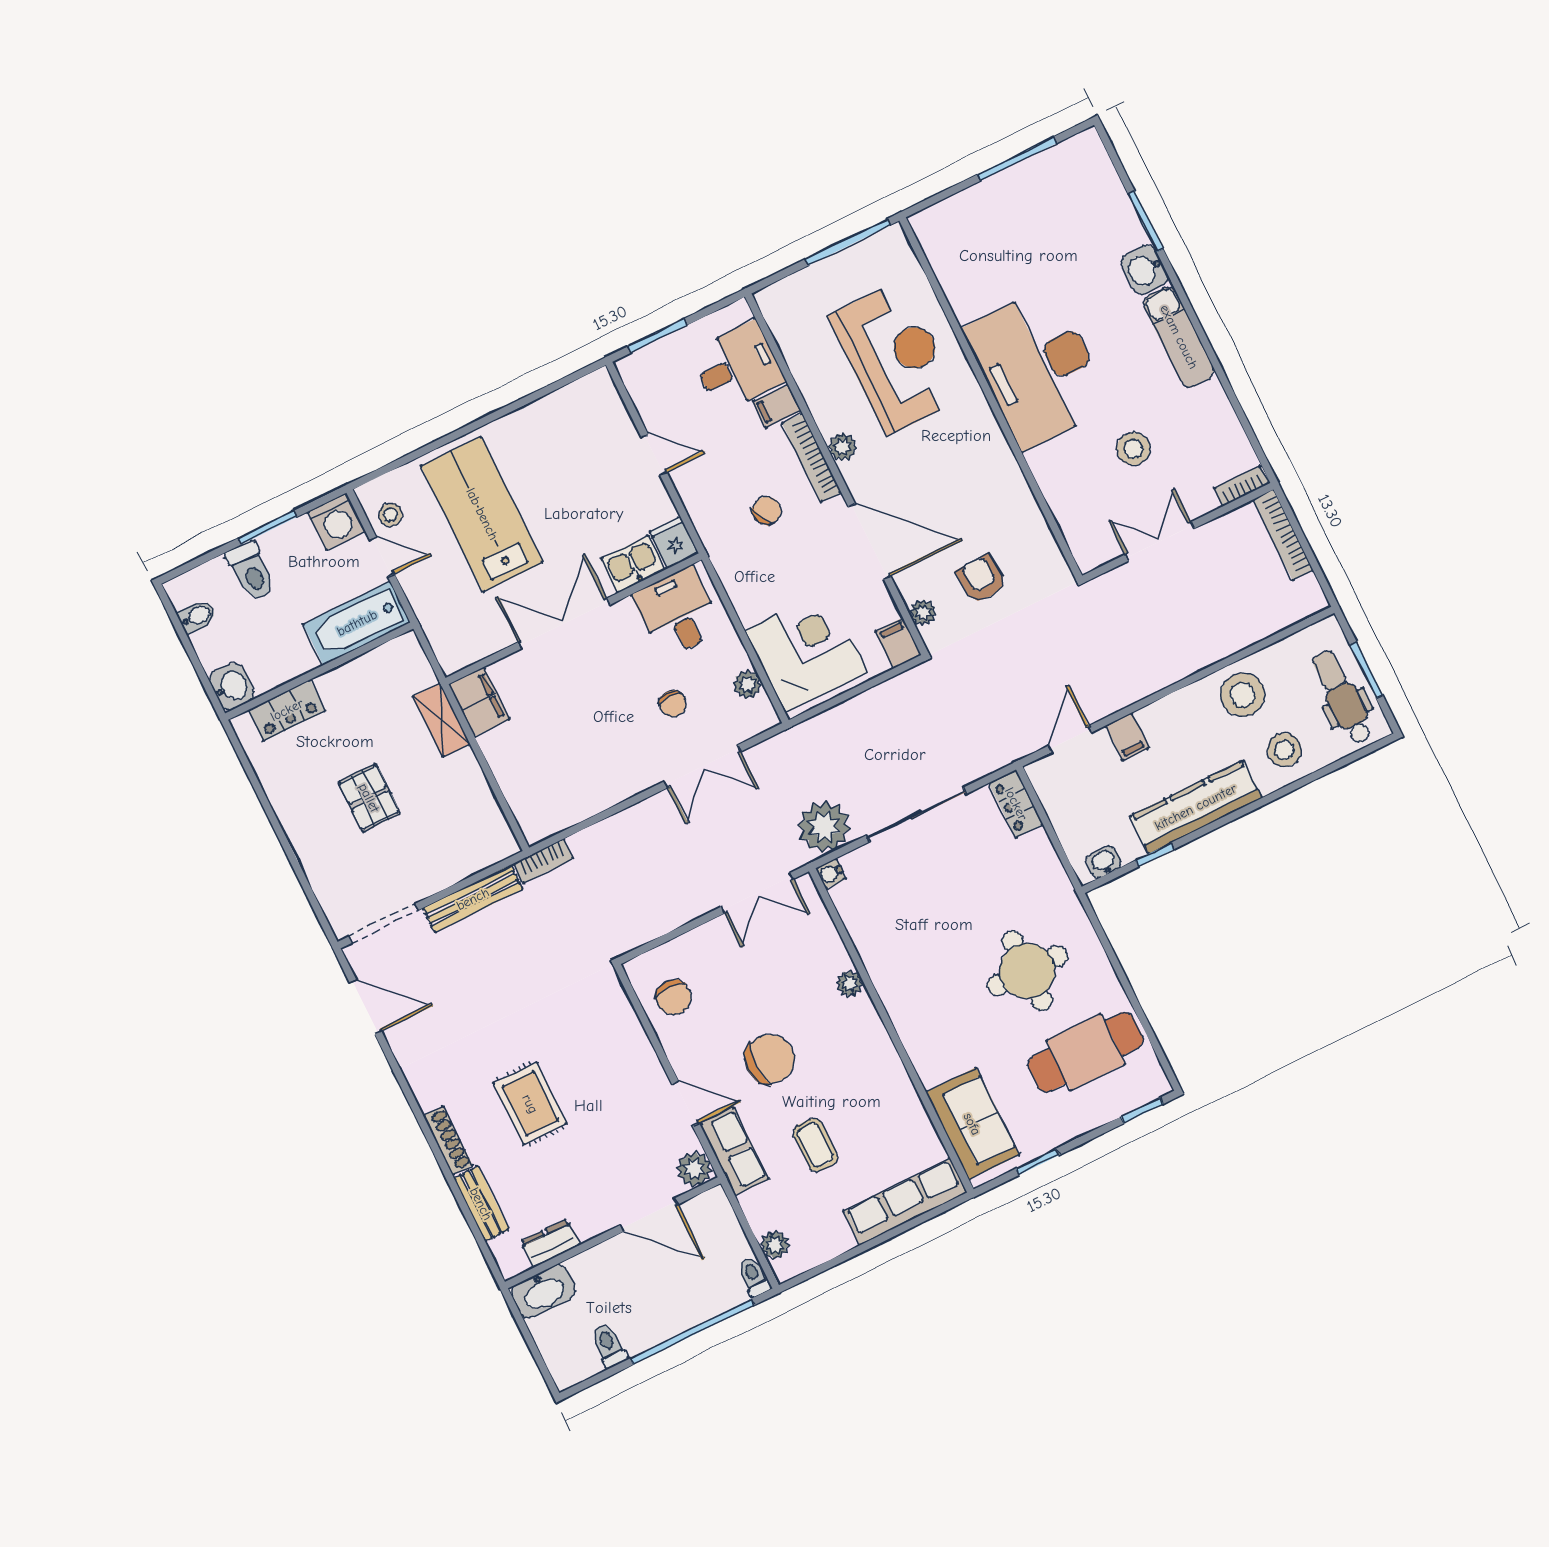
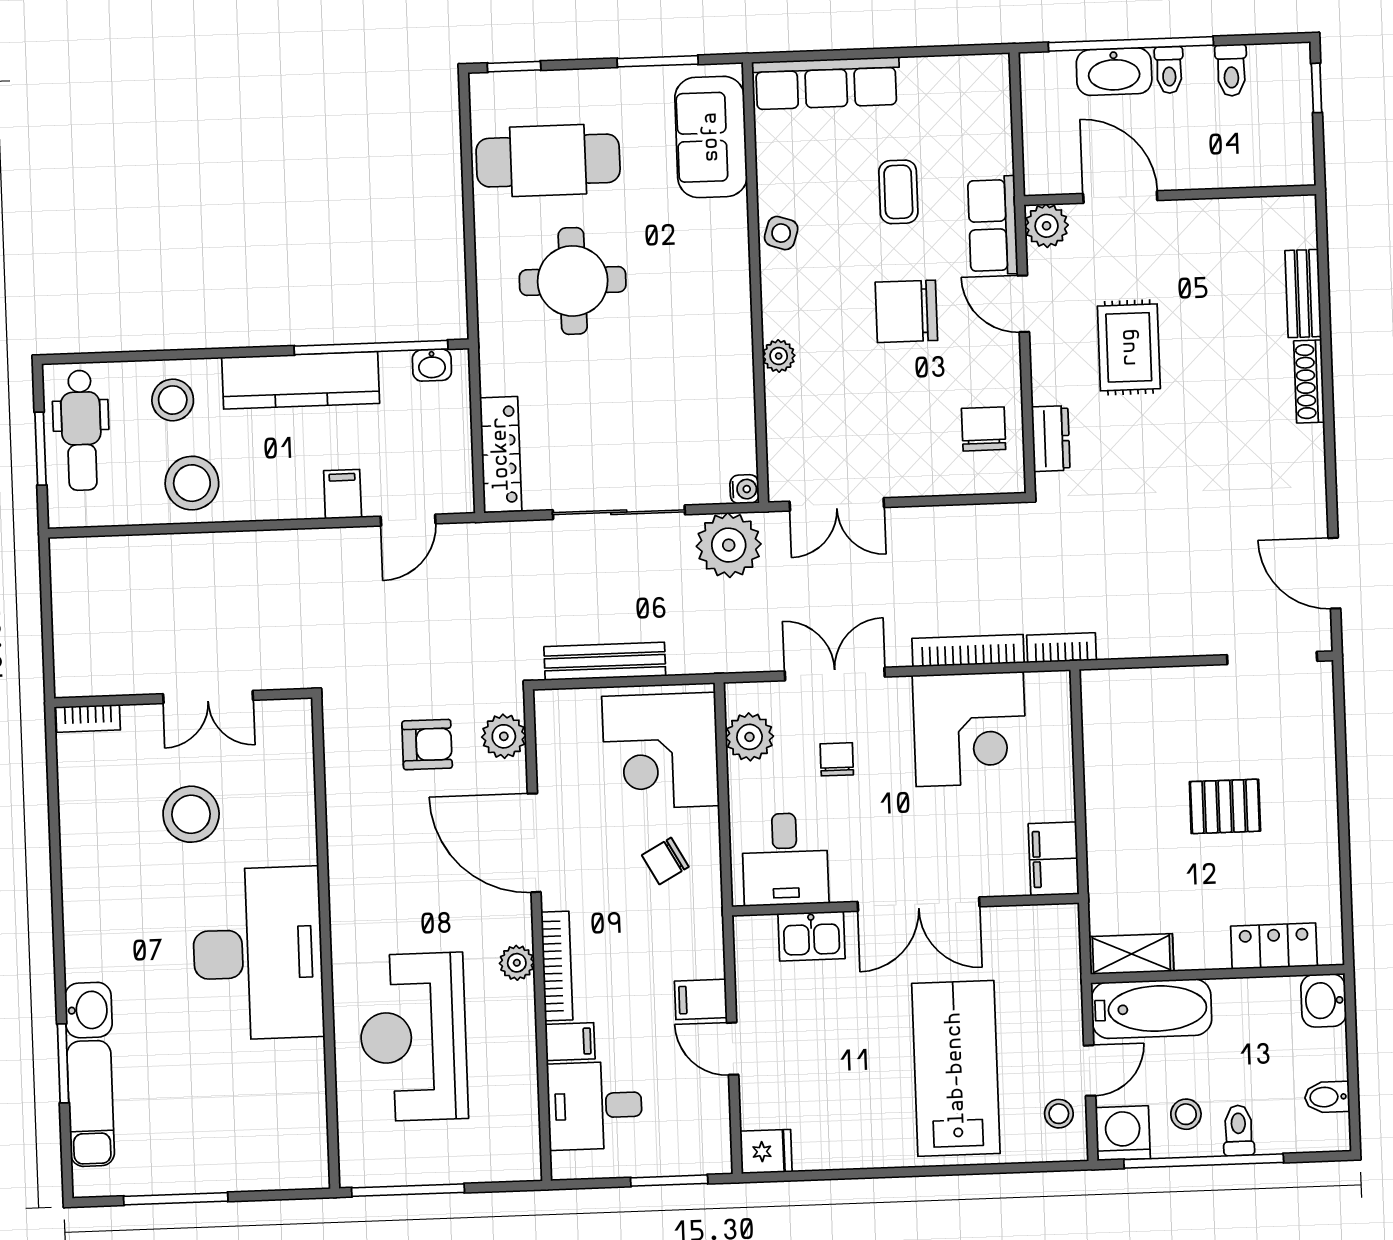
exam couch: (1179, 337) -> (91, 1103), moved
stool: (1133, 449) -> (191, 814), width x1.38, depth x1.38
chair: (767, 511) -> (665, 861), moved
lab bench: (482, 514) -> (956, 1068), turned 180
window: (267, 528) -> (1204, 1161), width x2.11
bookcase: (1283, 535) -> (968, 651), moved, turned -90
fridge: (674, 542) -> (766, 1151), moved, turned -90
stool: (296, 556) -> (1186, 1114), added
door: (382, 557) -> (1090, 1071), swing flipped
toilet: (251, 571) -> (1239, 1130), width x0.73, depth x0.72
armchair: (981, 579) -> (427, 745), turned -87
plant: (923, 613) -> (504, 736), width x1.38, depth x1.38
filing cabinet: (898, 643) -> (701, 999), moved, turned 90
plant: (747, 684) -> (749, 737), width x1.38, depth x1.38
shelving: (441, 720) -> (1131, 954), moved, turned 90
corner desk: (584, 770) -> (970, 729), added
pallet: (369, 798) -> (1225, 806), turned 90
locker: (1016, 804) -> (501, 454), width x1.53
window: (1155, 855) -> (371, 347), width x3.17
double door: (757, 893) -> (837, 504), swing flipped
bench: (473, 899) -> (605, 661), moved
side table: (889, 1076) -> (781, 233), added
rug: (530, 1104) -> (1129, 347), moved
window: (1037, 1162) -> (658, 61), width x1.50
dresser: (550, 1243) -> (1051, 439), moved, turned -90
plant: (775, 1245) -> (994, 100), removed
toilet: (754, 1277) -> (1169, 70), moved
washbasin: (543, 1291) -> (1114, 72), moved, turned 180
window: (540, 1361) -> (1317, 88), added

